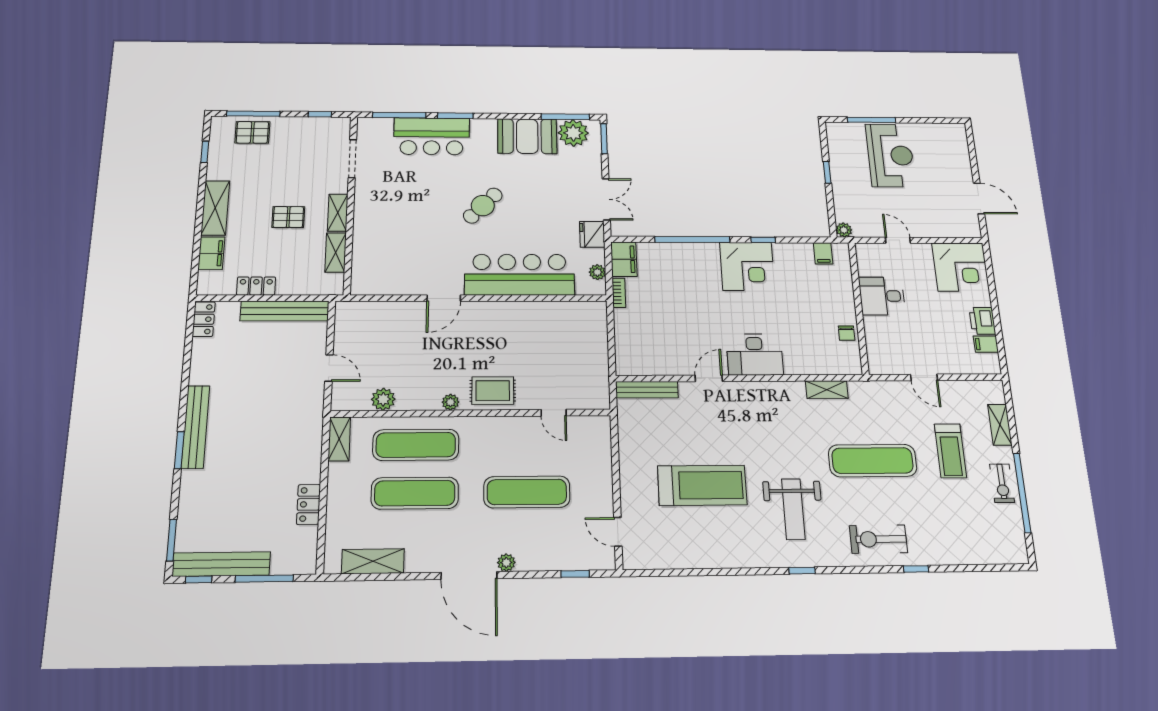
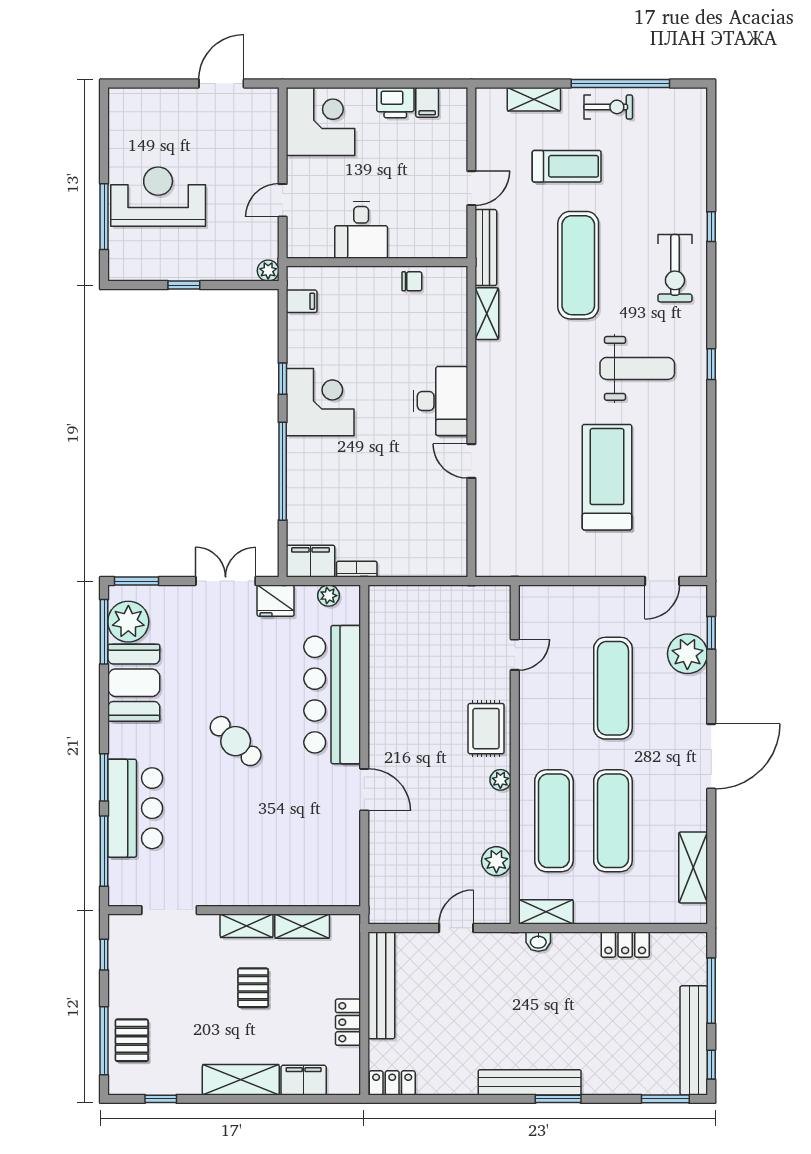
bench: (647, 390) -> (486, 248), moved
washbasin: (315, 433) -> (538, 942), added
plant: (506, 563) -> (687, 654), moved, width x1.87, depth x1.87

